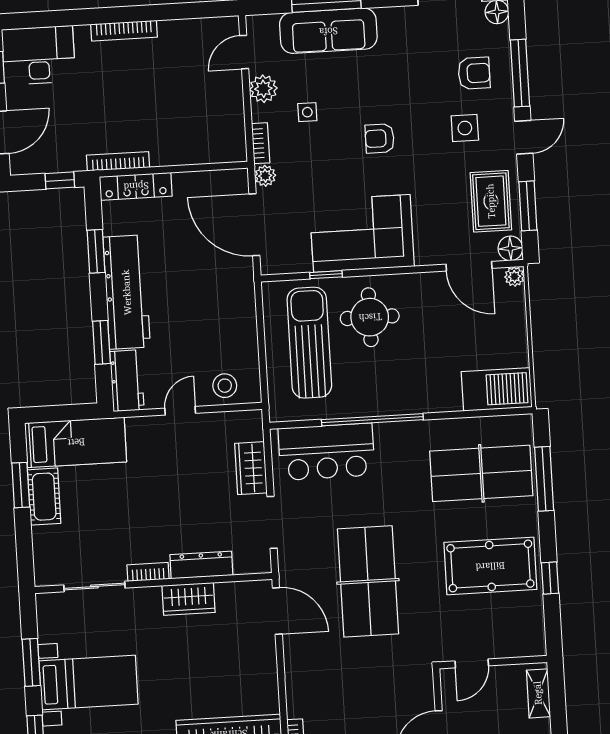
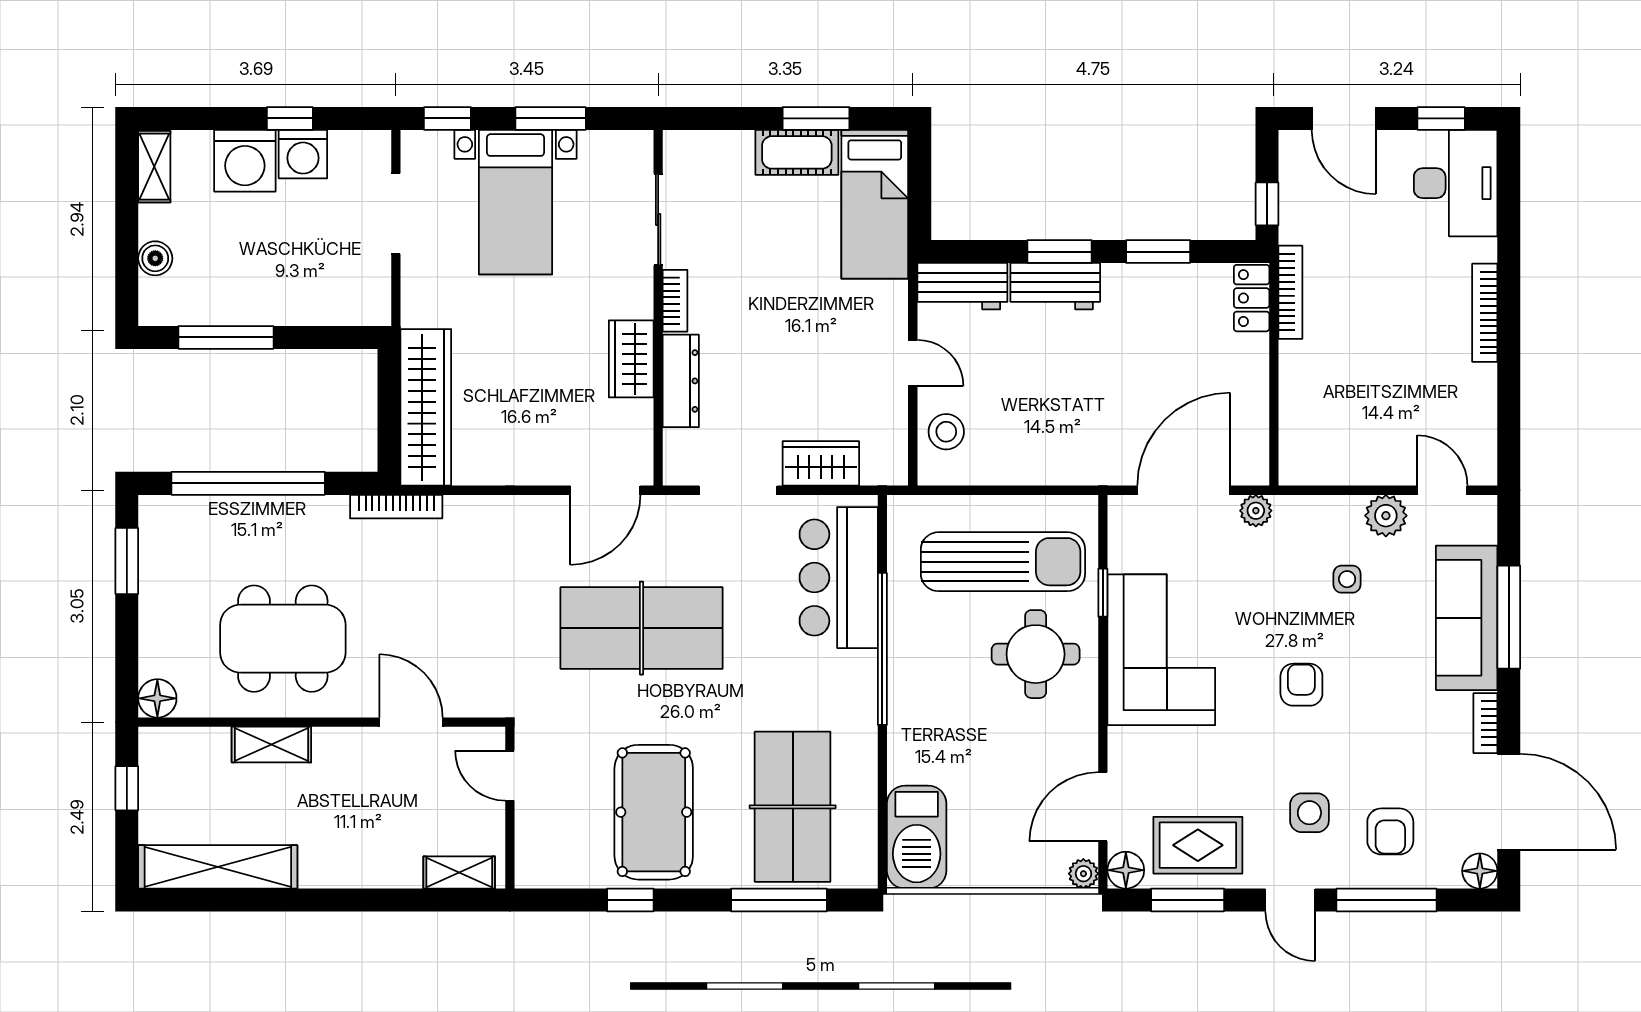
bookcase: (261, 143) -> (1485, 723), moved, turned 90
locker: (136, 186) -> (1252, 298), width x0.66
workbench: (127, 292) -> (1055, 286), width x0.53, depth x0.76
window: (101, 342) -> (1059, 252), moved

